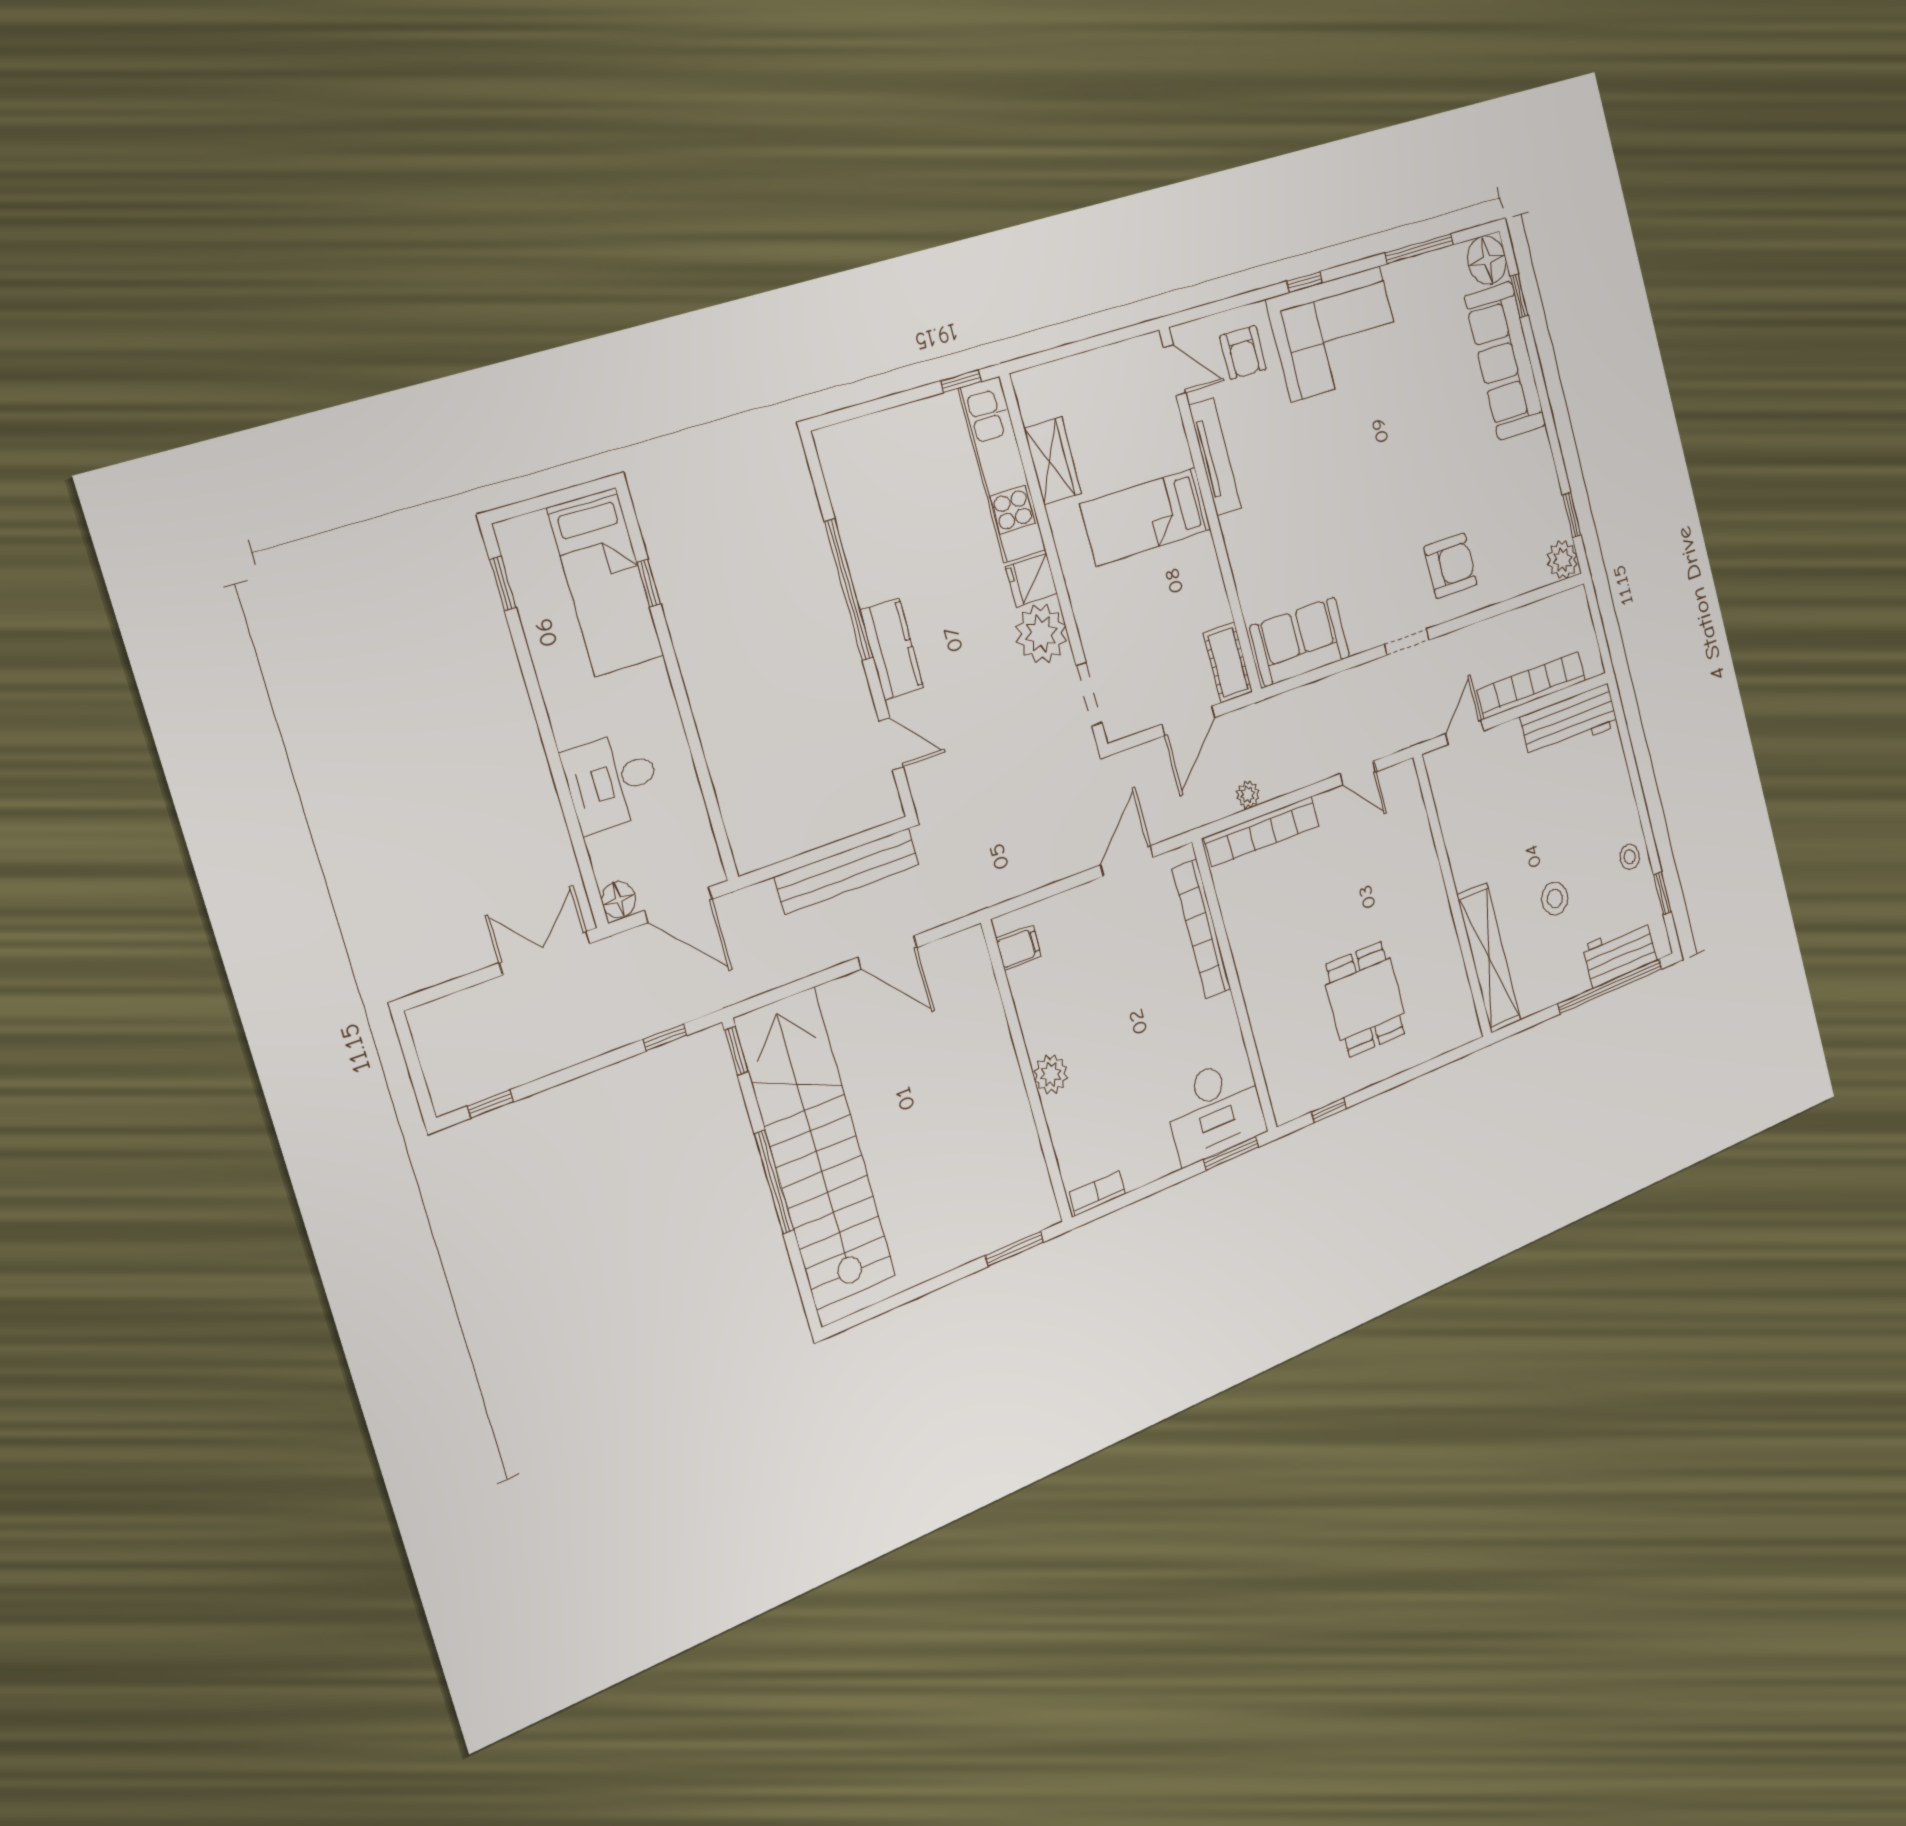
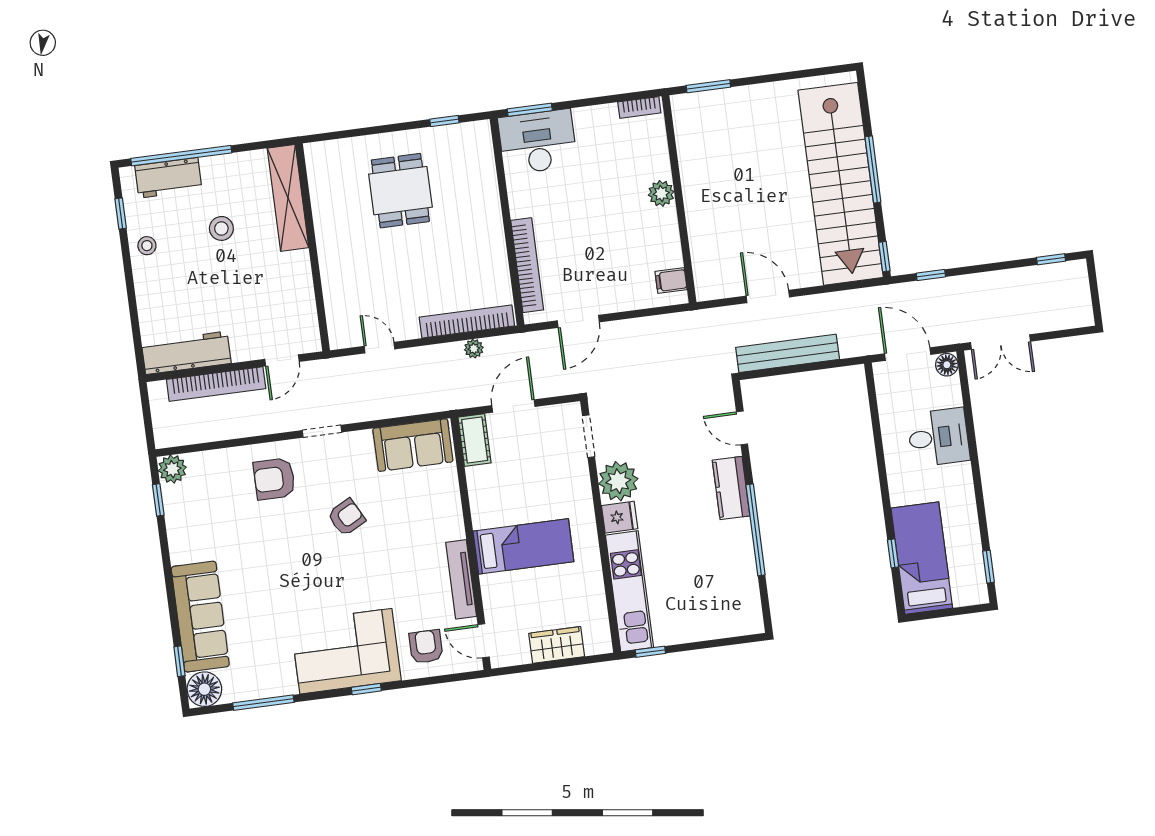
wardrobe: (1053, 461) -> (557, 645), moved, turned 90
armchair: (1362, 525) -> (346, 517), added

